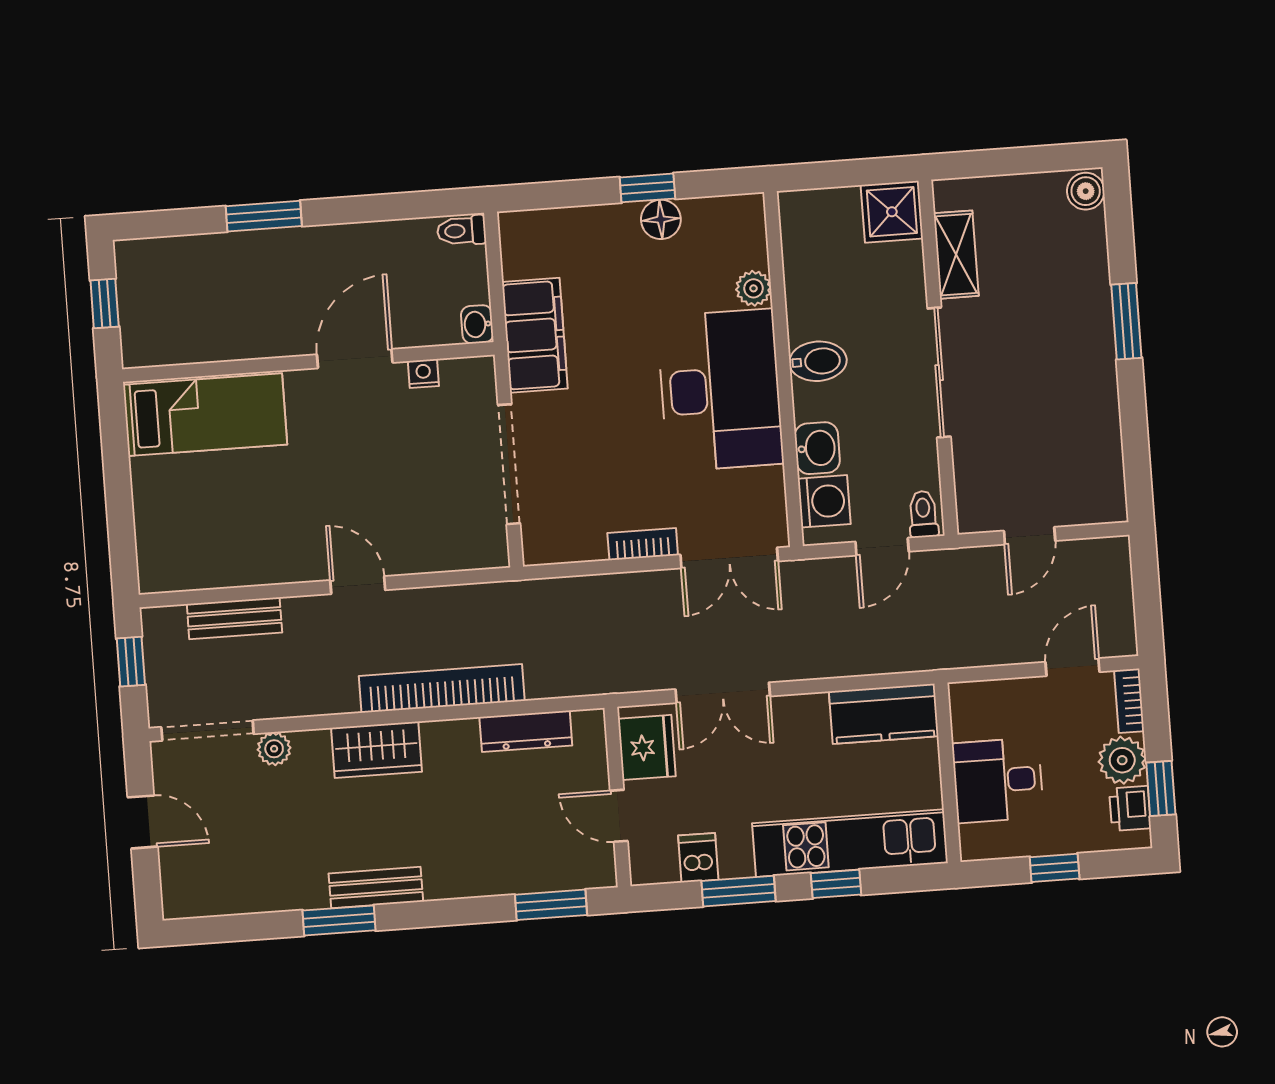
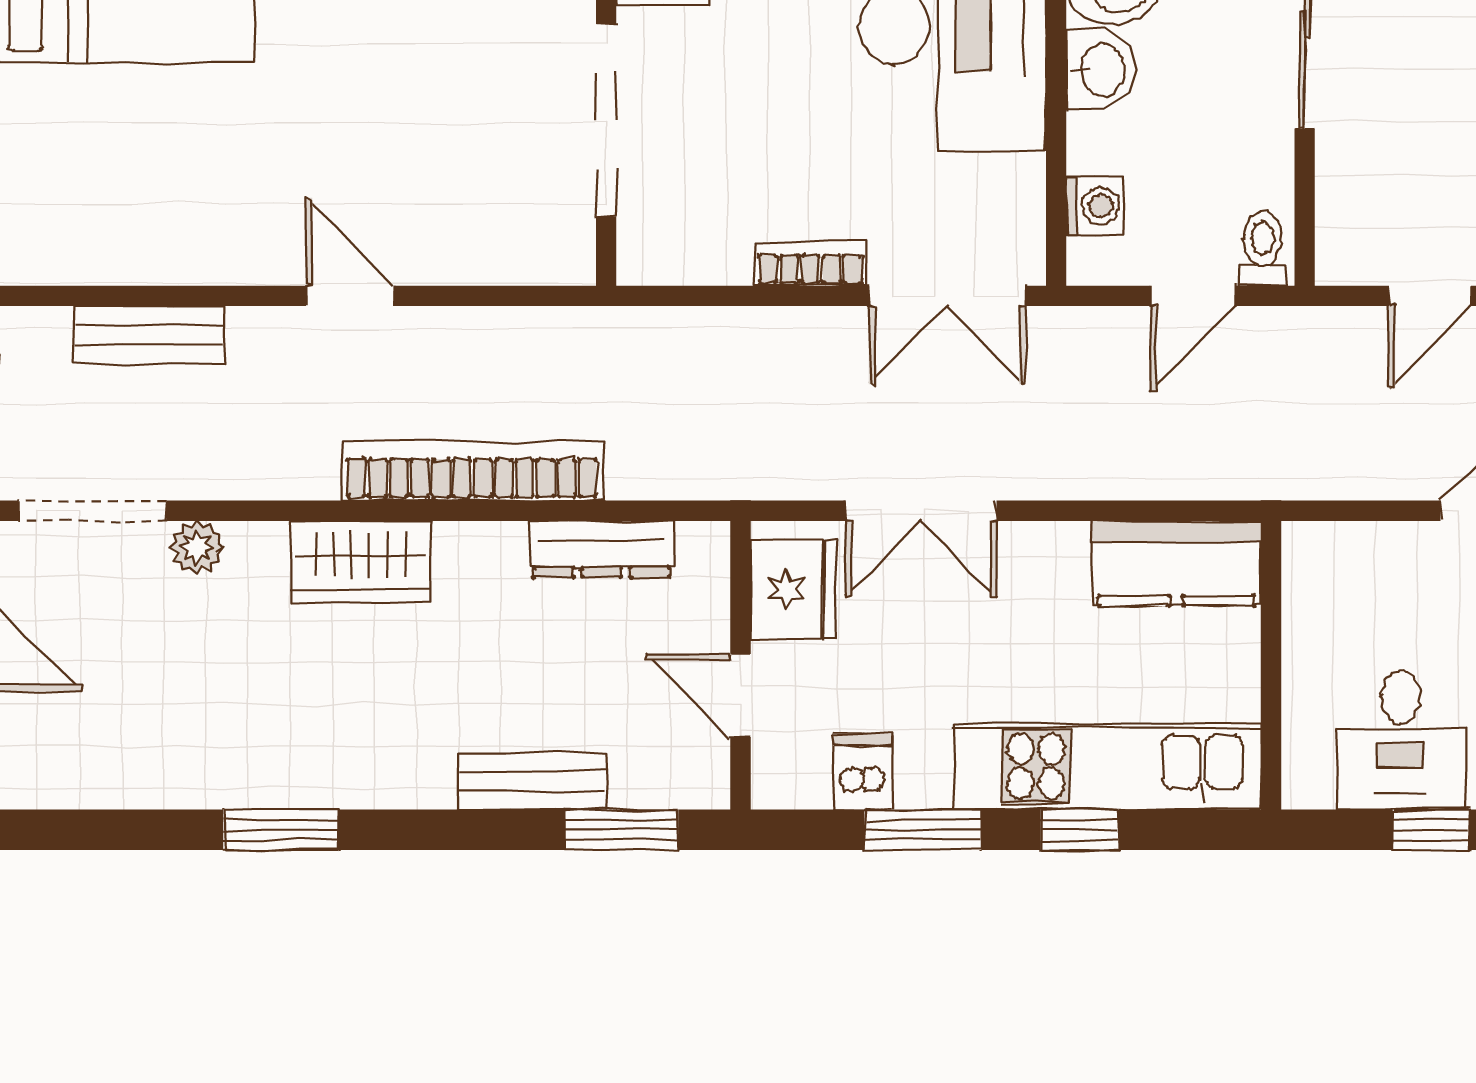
washbasin: (817, 448) -> (1101, 70), moved
washing machine: (824, 501) -> (1095, 206), width x0.73, depth x0.73
desk: (998, 780) -> (1401, 740), moved, turned -90
bench: (376, 887) -> (532, 782), moved

